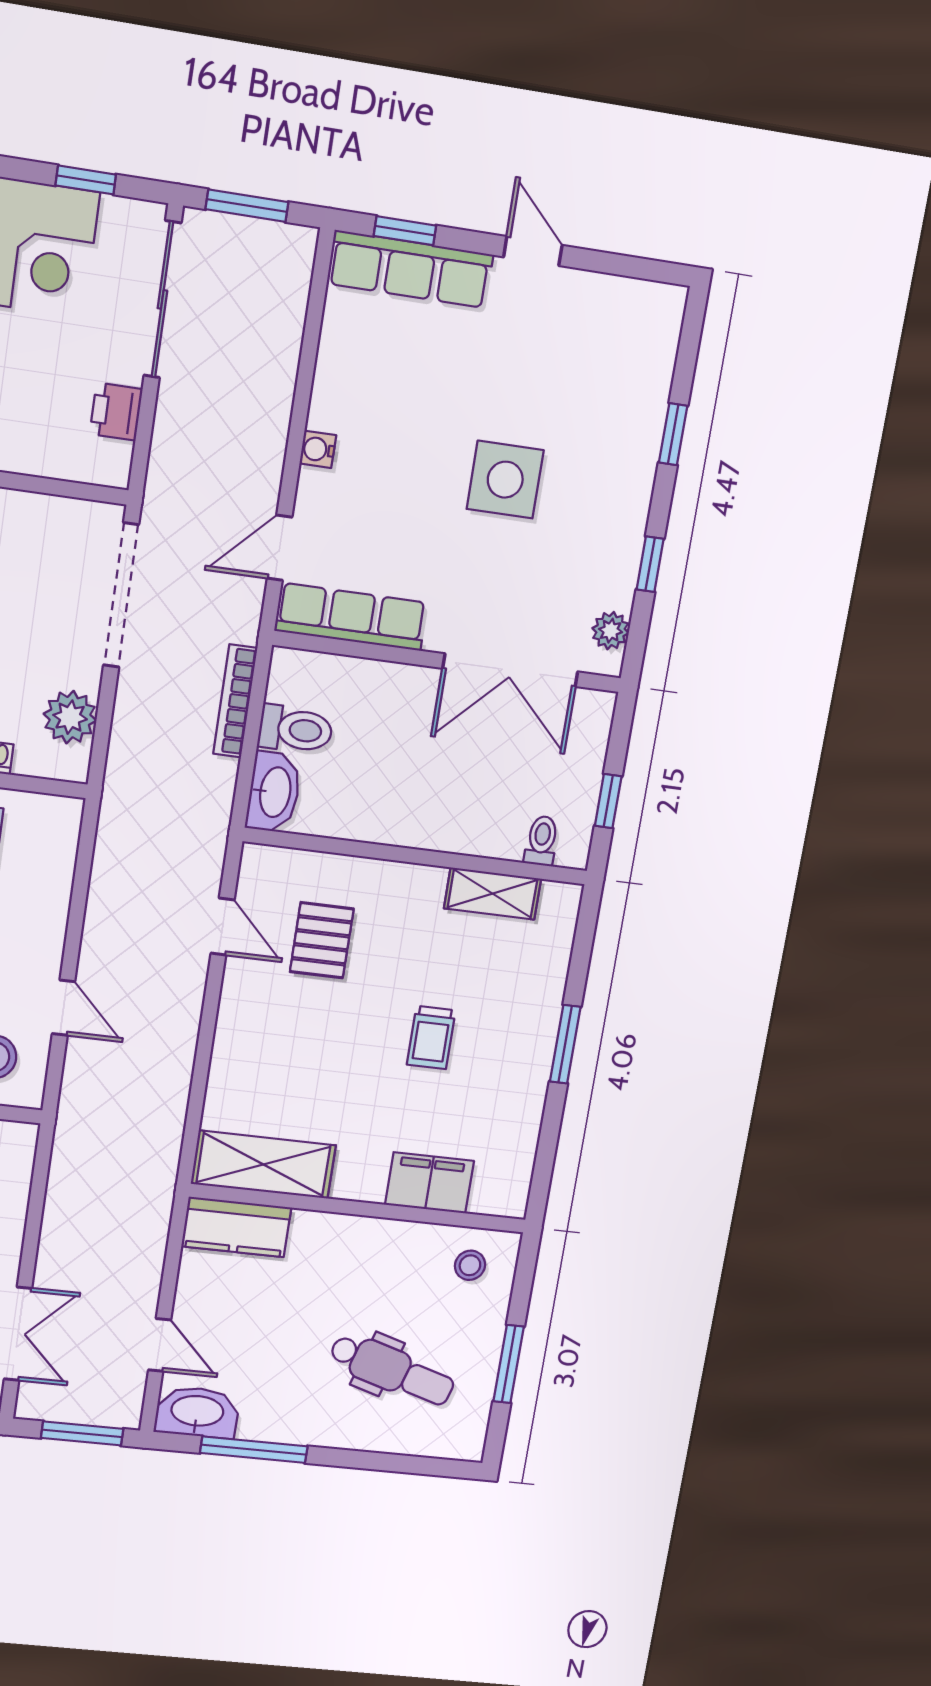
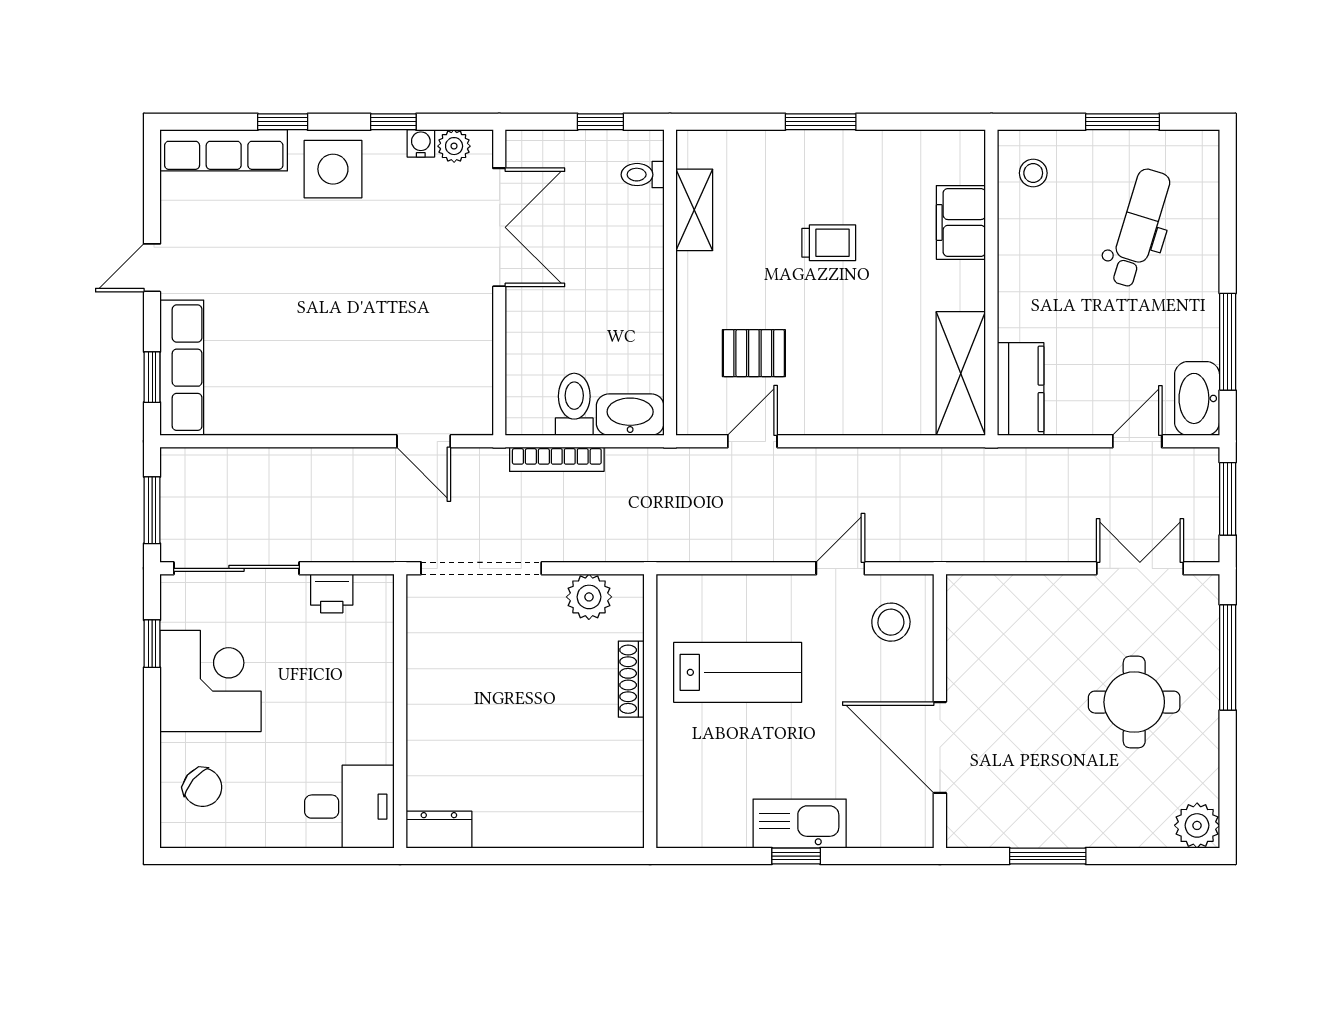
water cooler: (318, 449) -> (421, 143), moved, turned 180
side table: (505, 480) -> (333, 169), moved
row of seats: (351, 617) -> (224, 150), moved, turned -90

